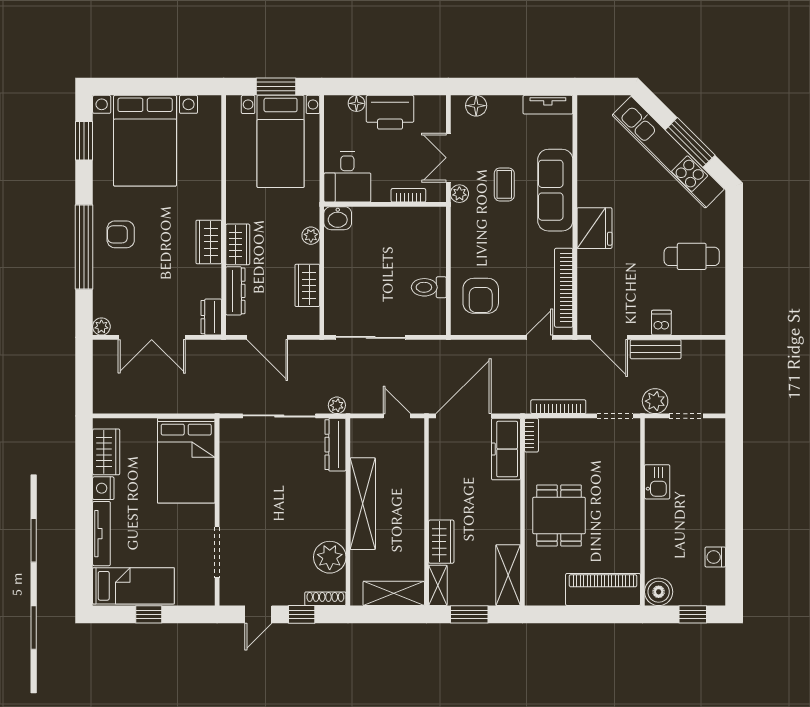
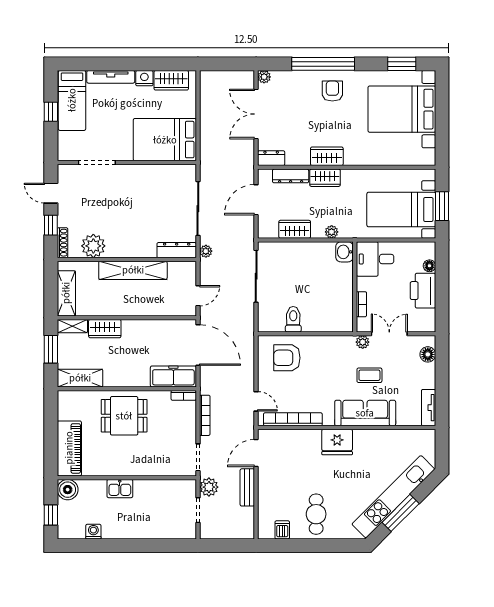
dishwasher: (661, 323) -> (282, 530), moved, turned -90
kitchen sink: (657, 482) -> (120, 489), moved

